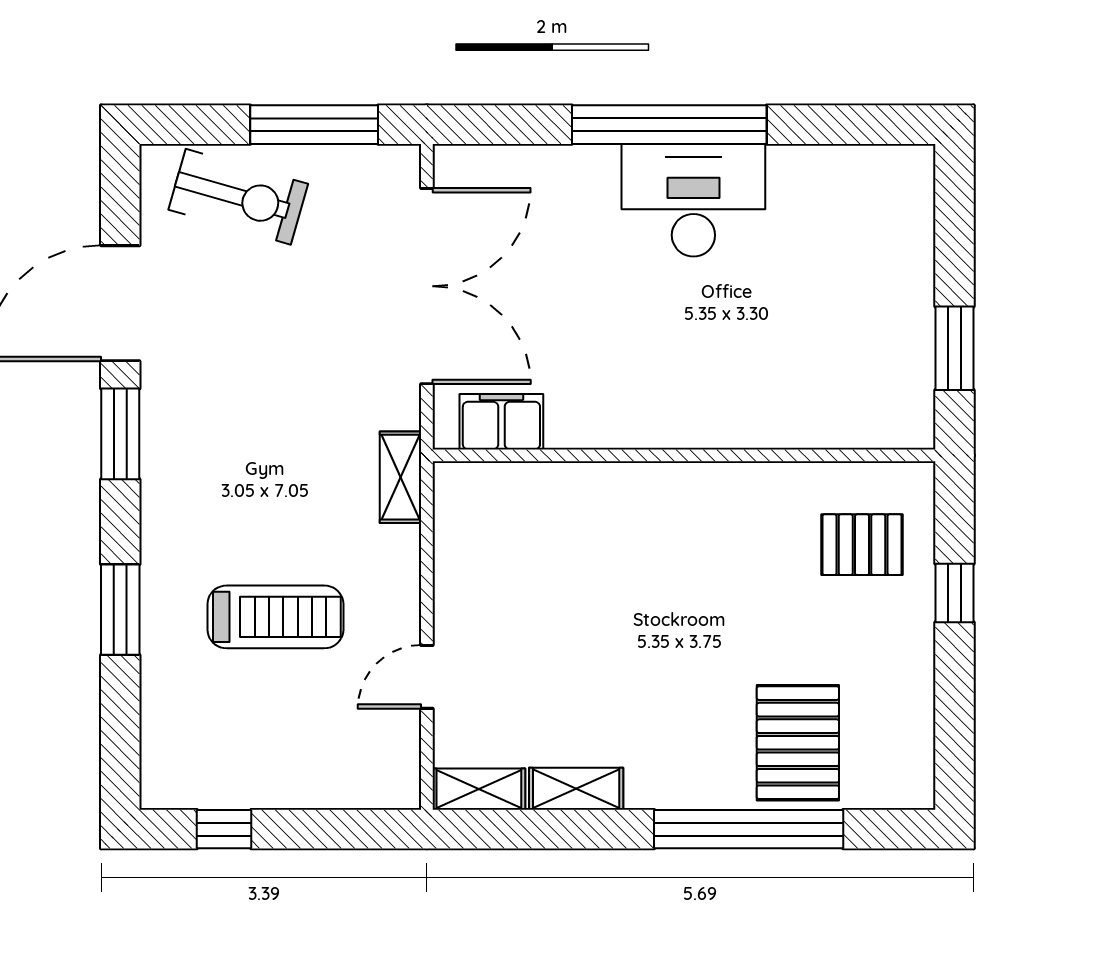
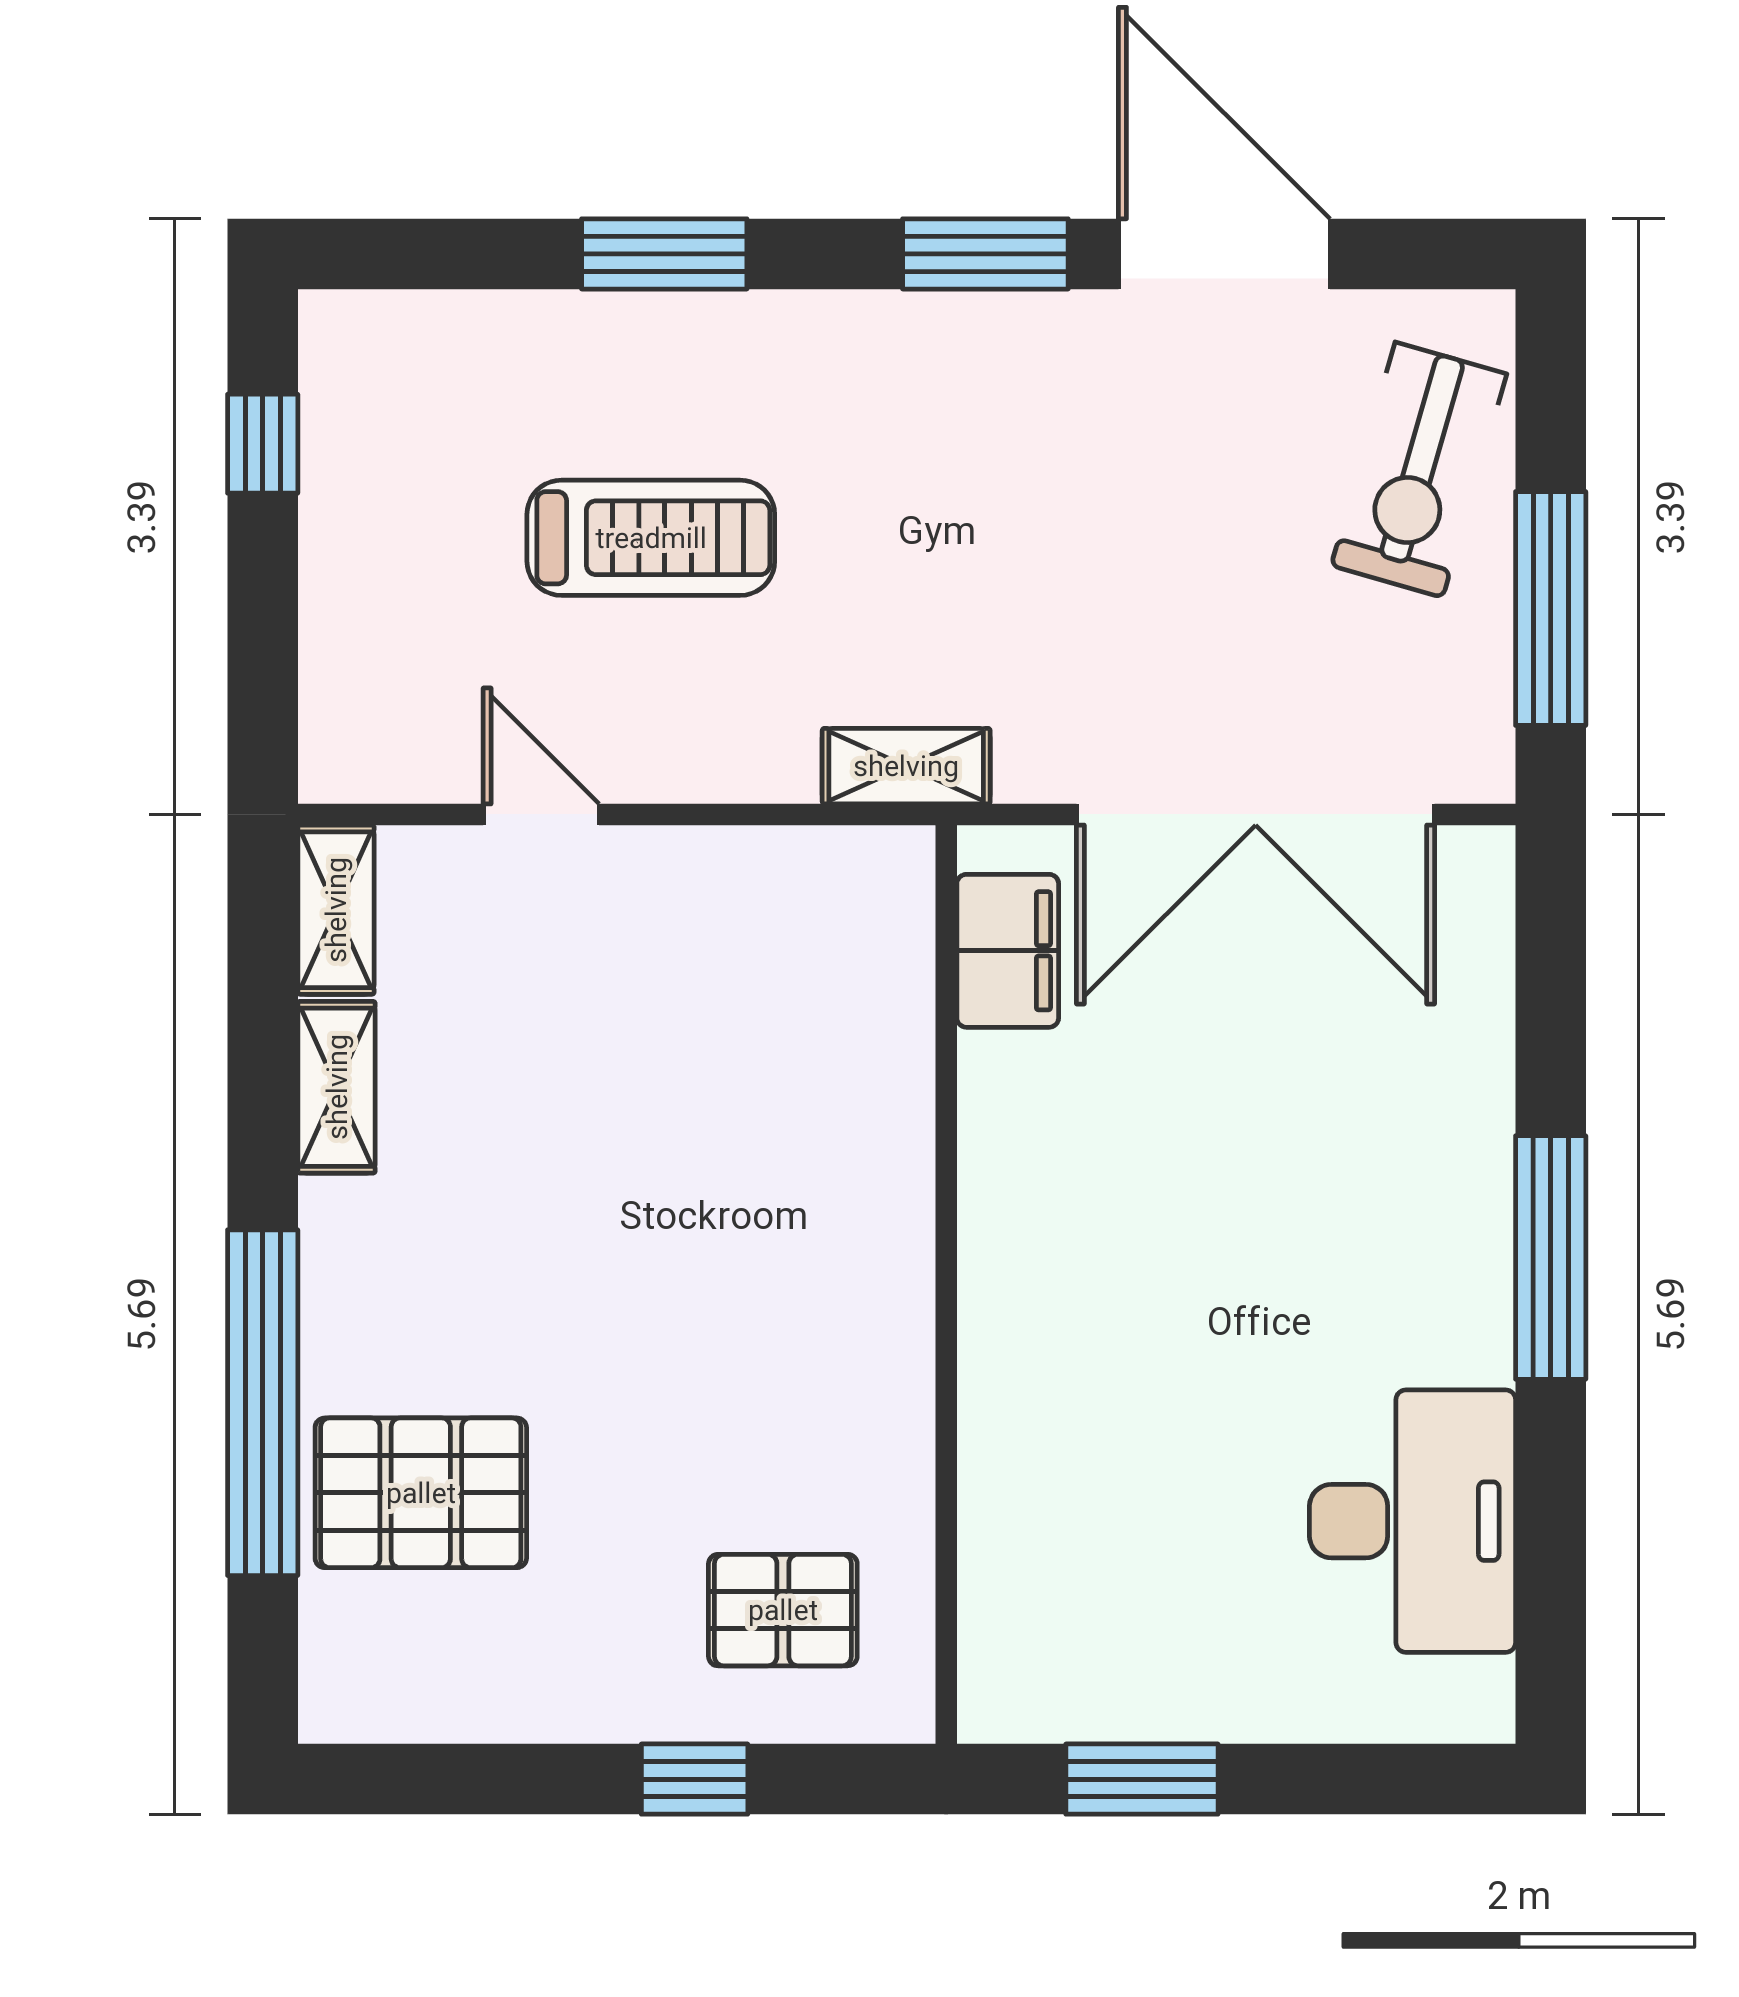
window: (669, 125) -> (1551, 1257), width x0.68
desk: (693, 200) -> (1412, 1521), moved
pallet: (862, 545) -> (783, 1610), turned 90
treadmill: (275, 617) -> (651, 538), turned -90

